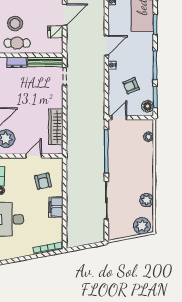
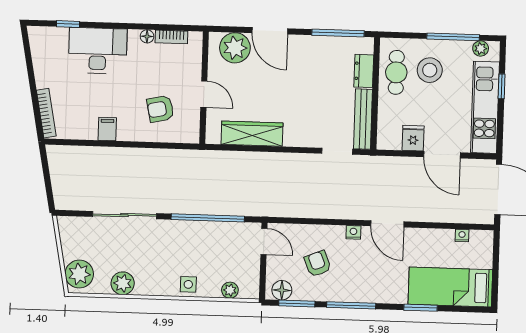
side table: (146, 161) -> (188, 284), added
filing cabinet: (56, 207) -> (107, 129), width x0.50

